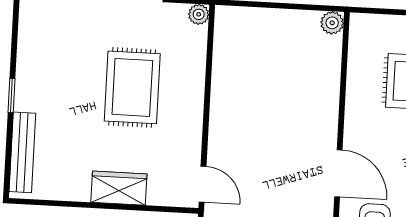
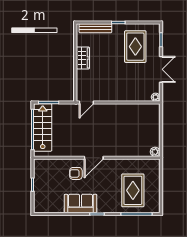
rug: (132, 87) -> (135, 47), moved, turned 90
wardrobe: (119, 188) -> (83, 58), moved

